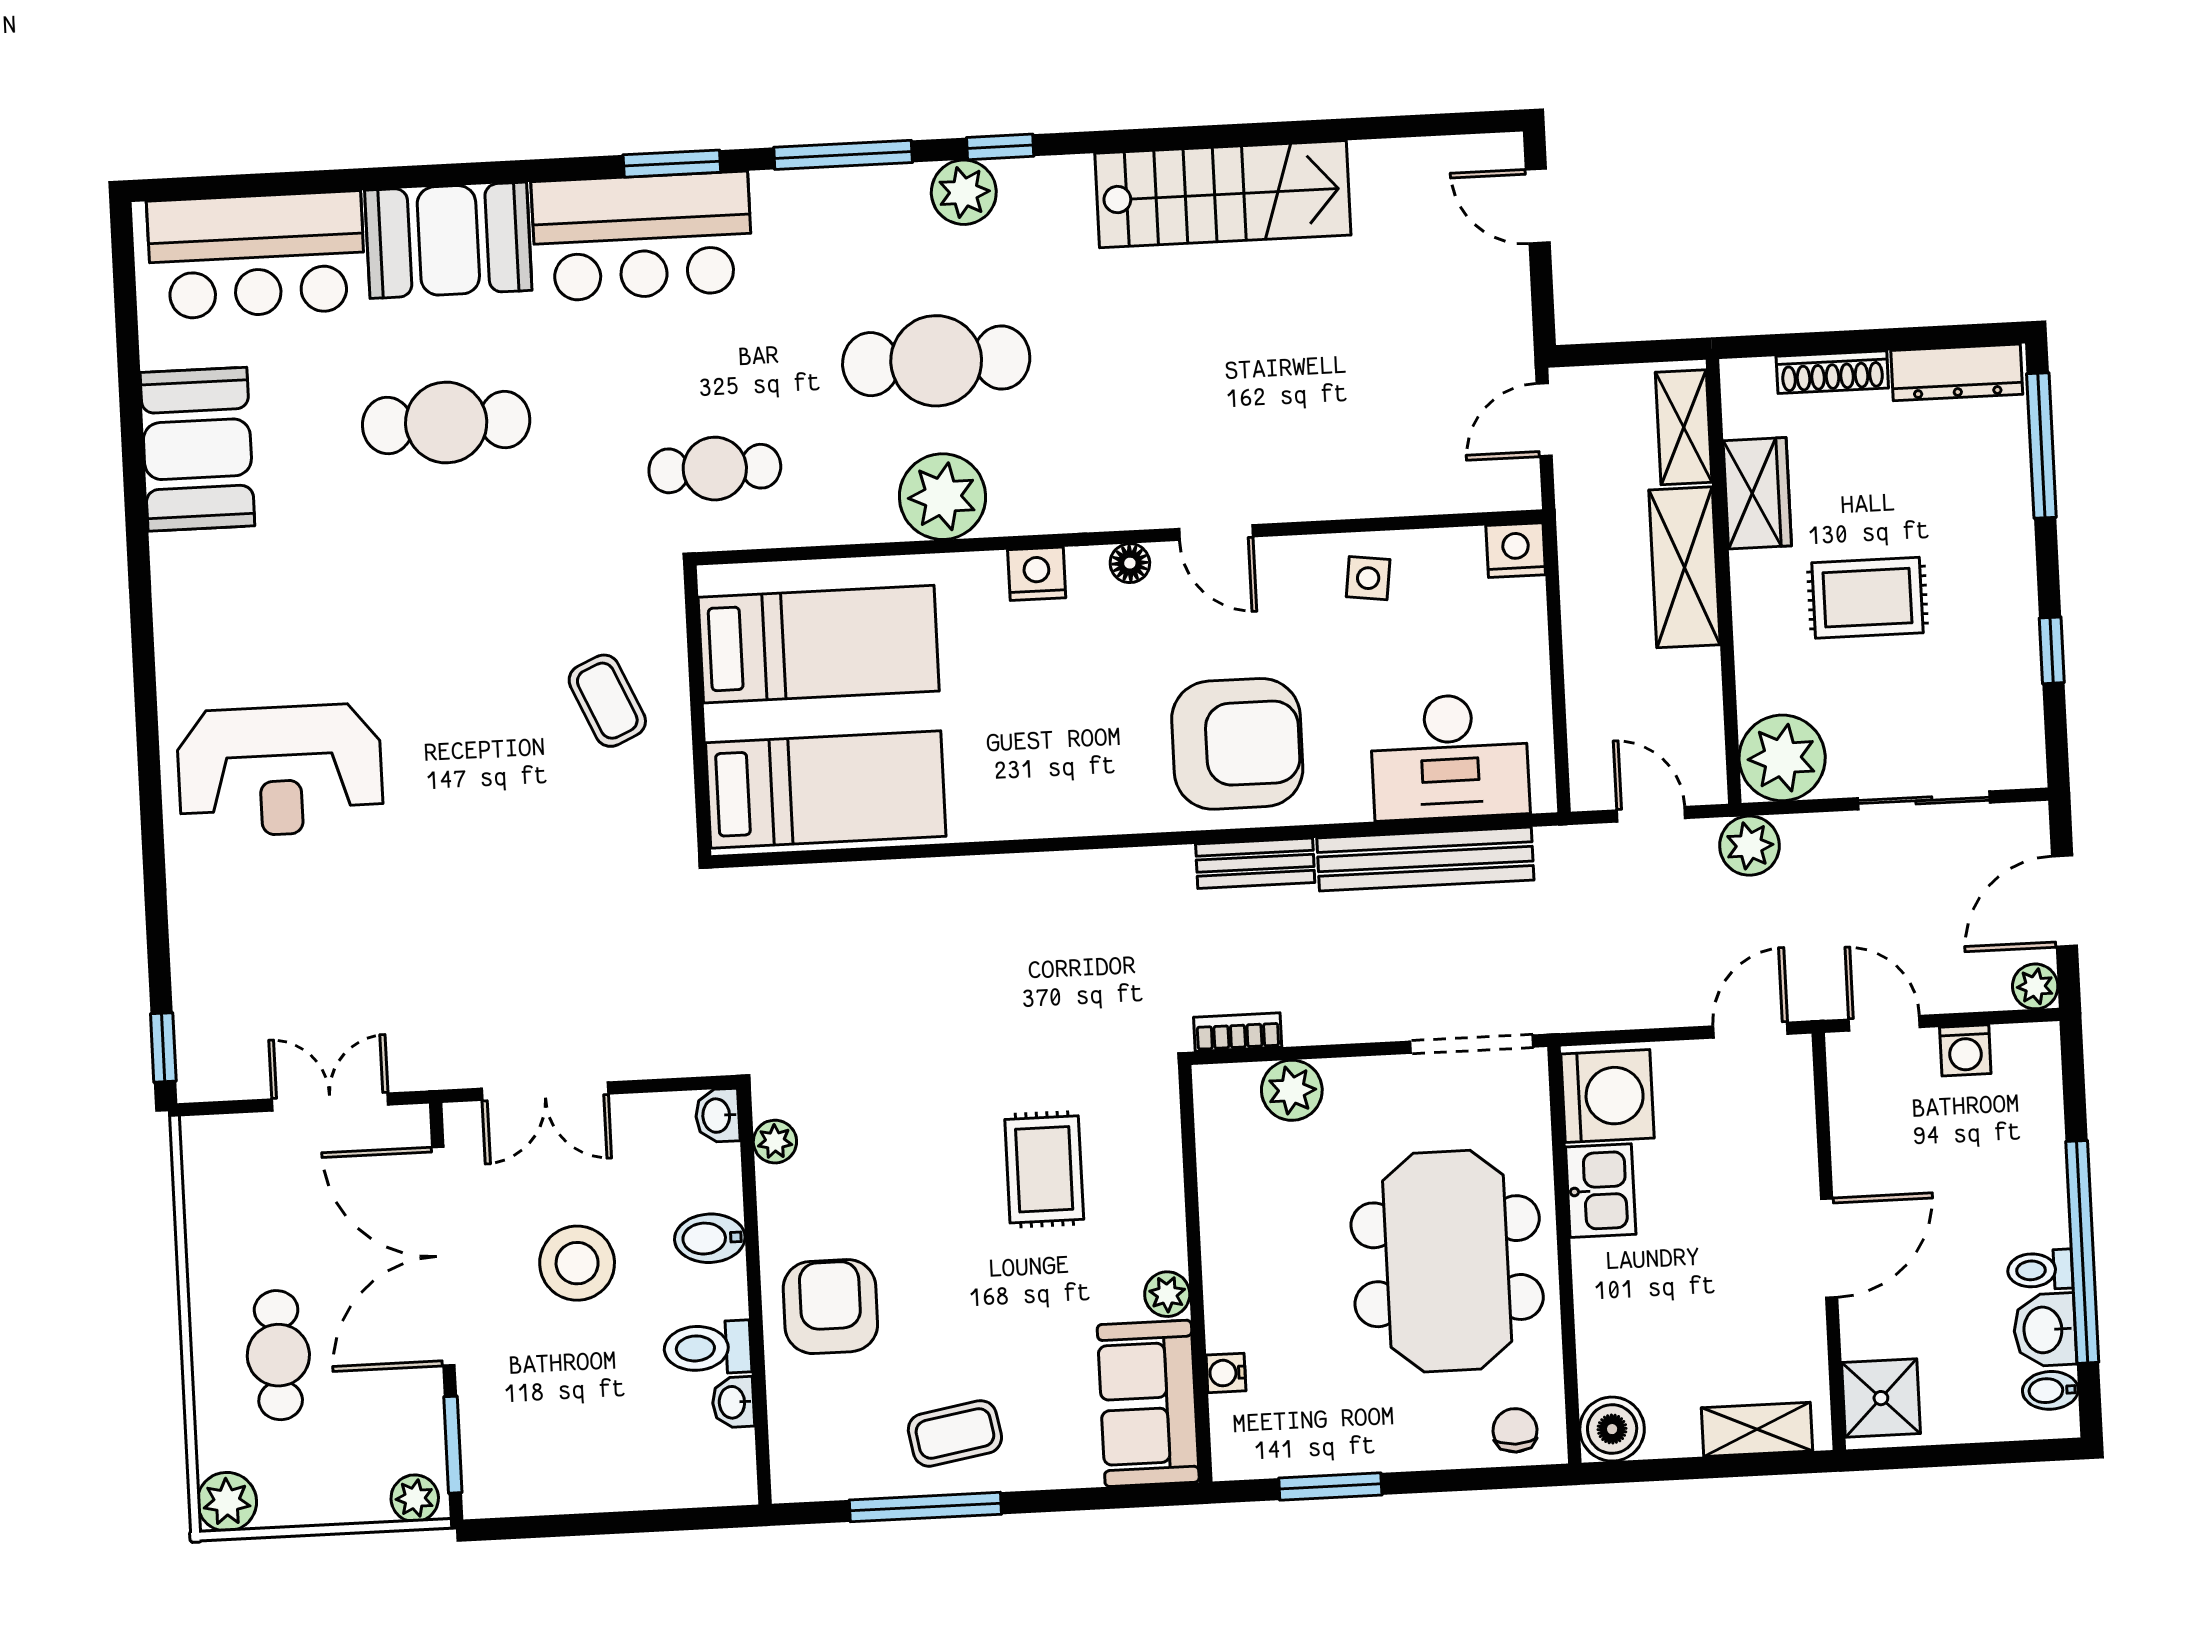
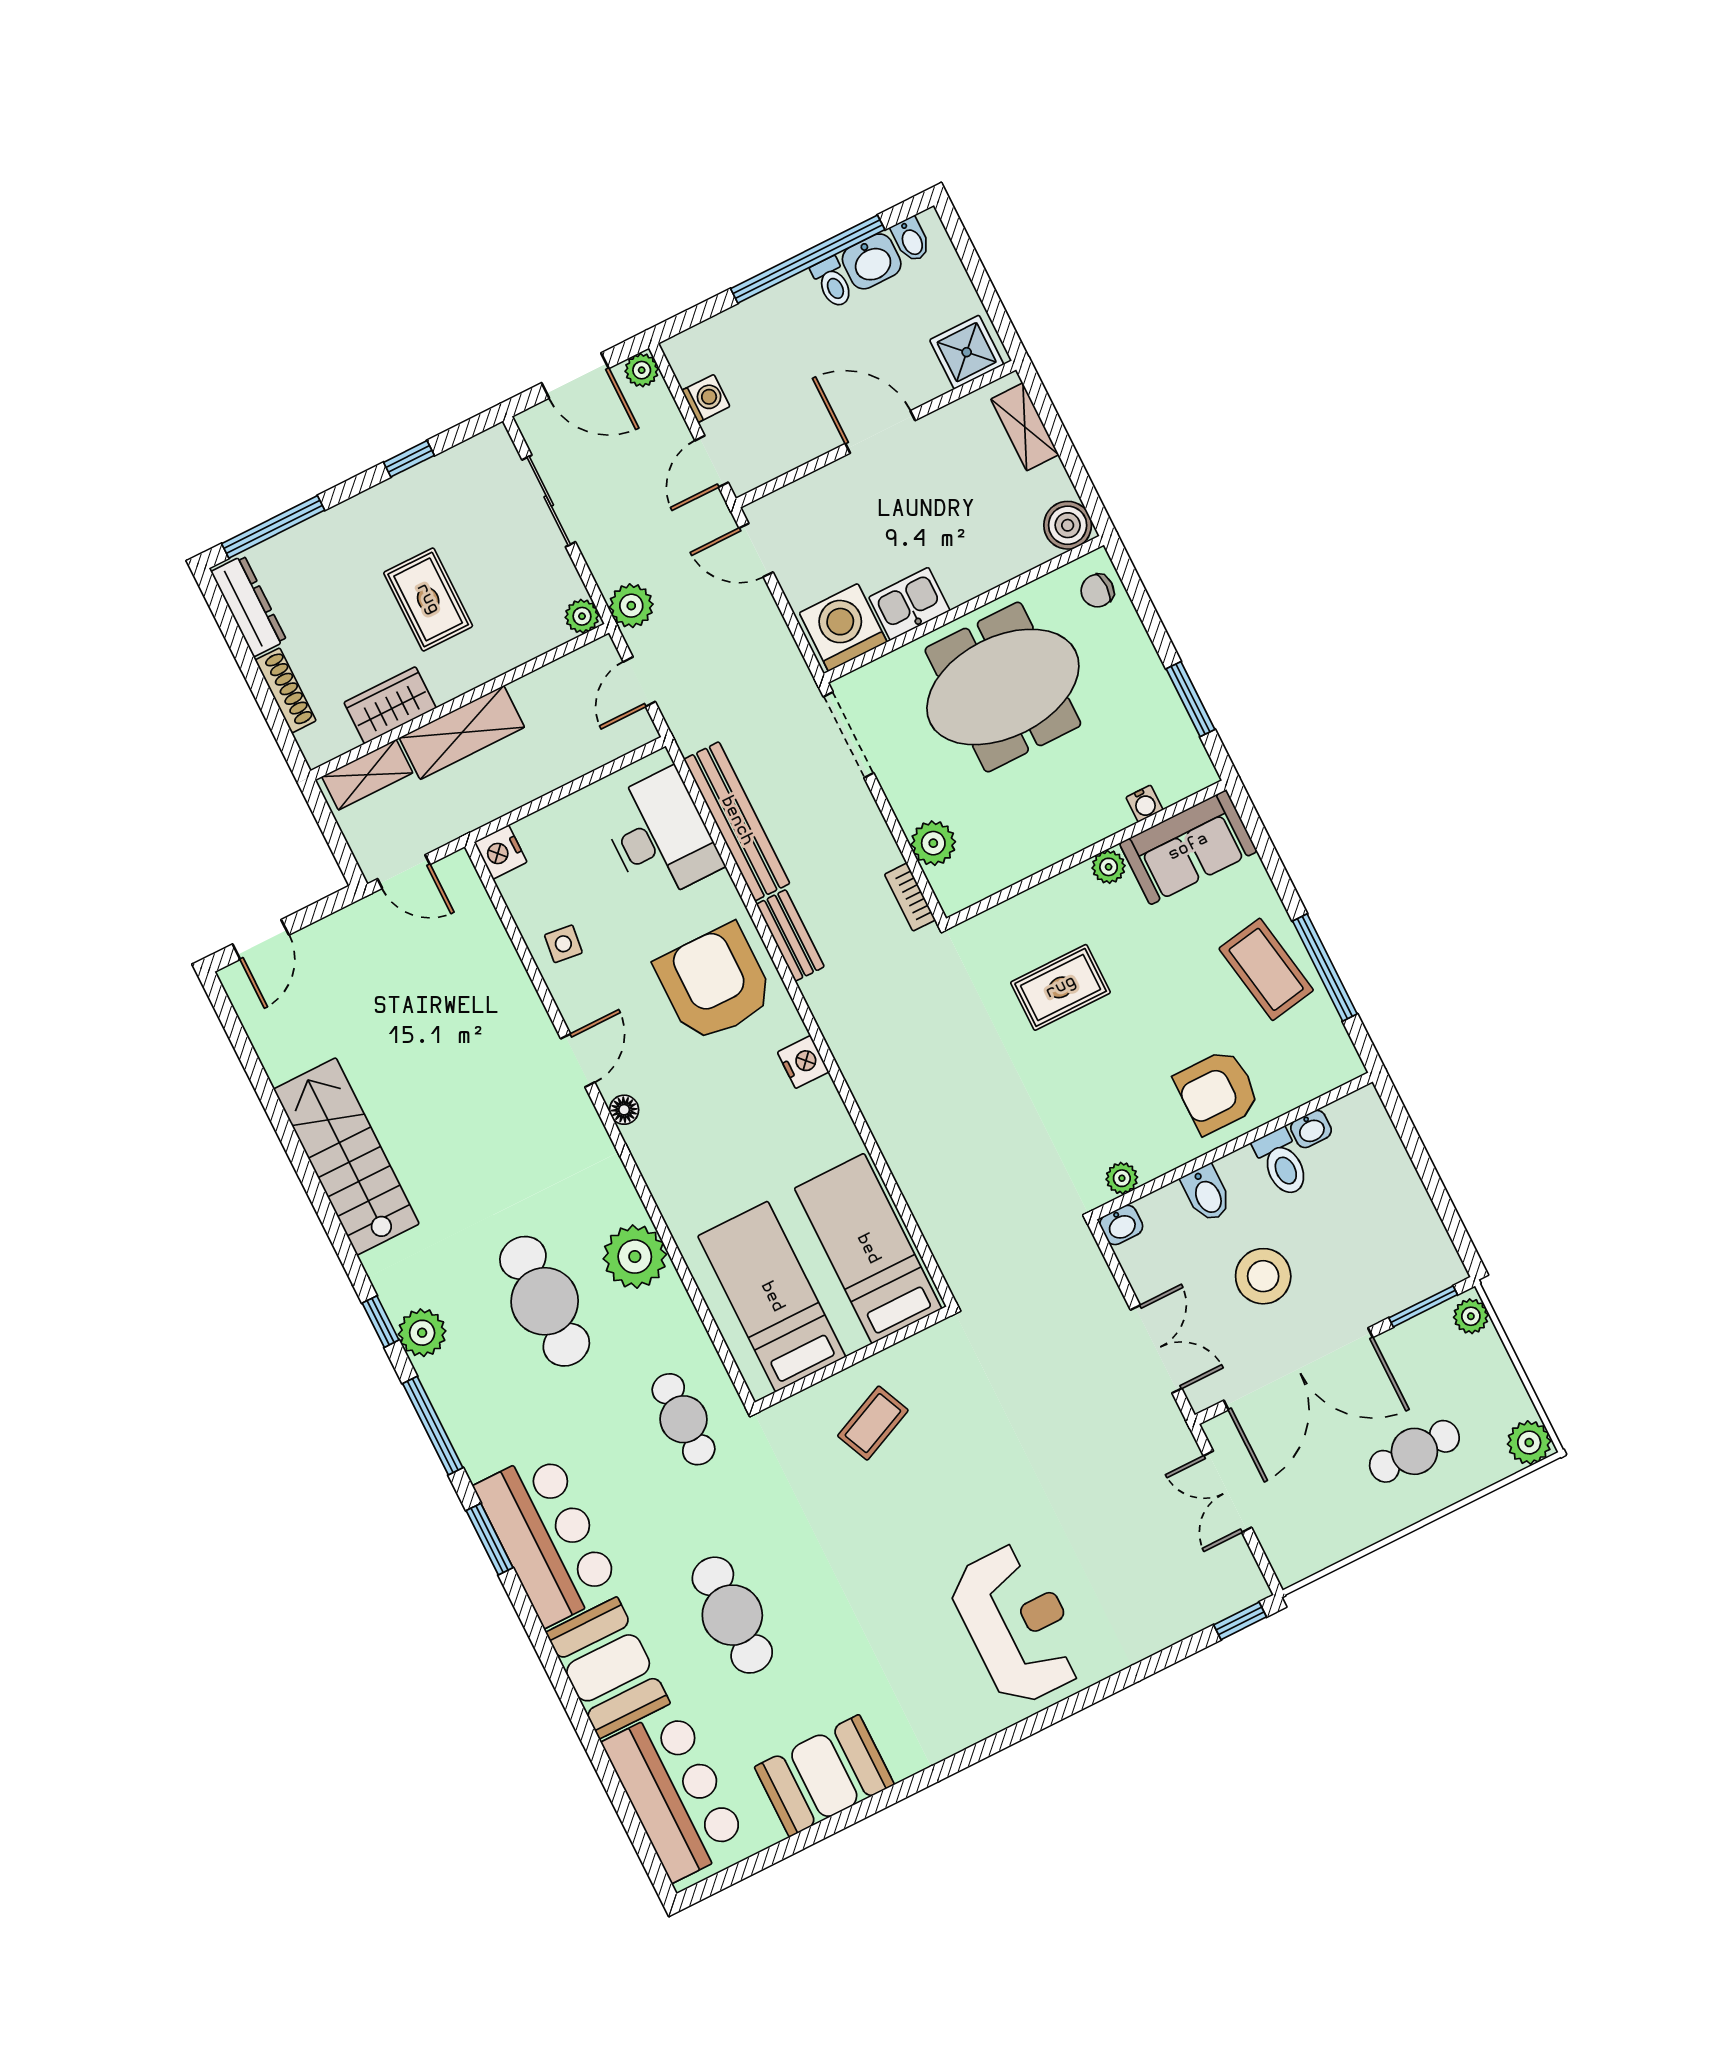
nightstand: (1037, 574) -> (803, 1062), moved, turned 180
plant: (1782, 758) -> (582, 616), width x0.53, depth x0.53
coffee table: (955, 1433) -> (1266, 969), width x1.36, depth x1.30

